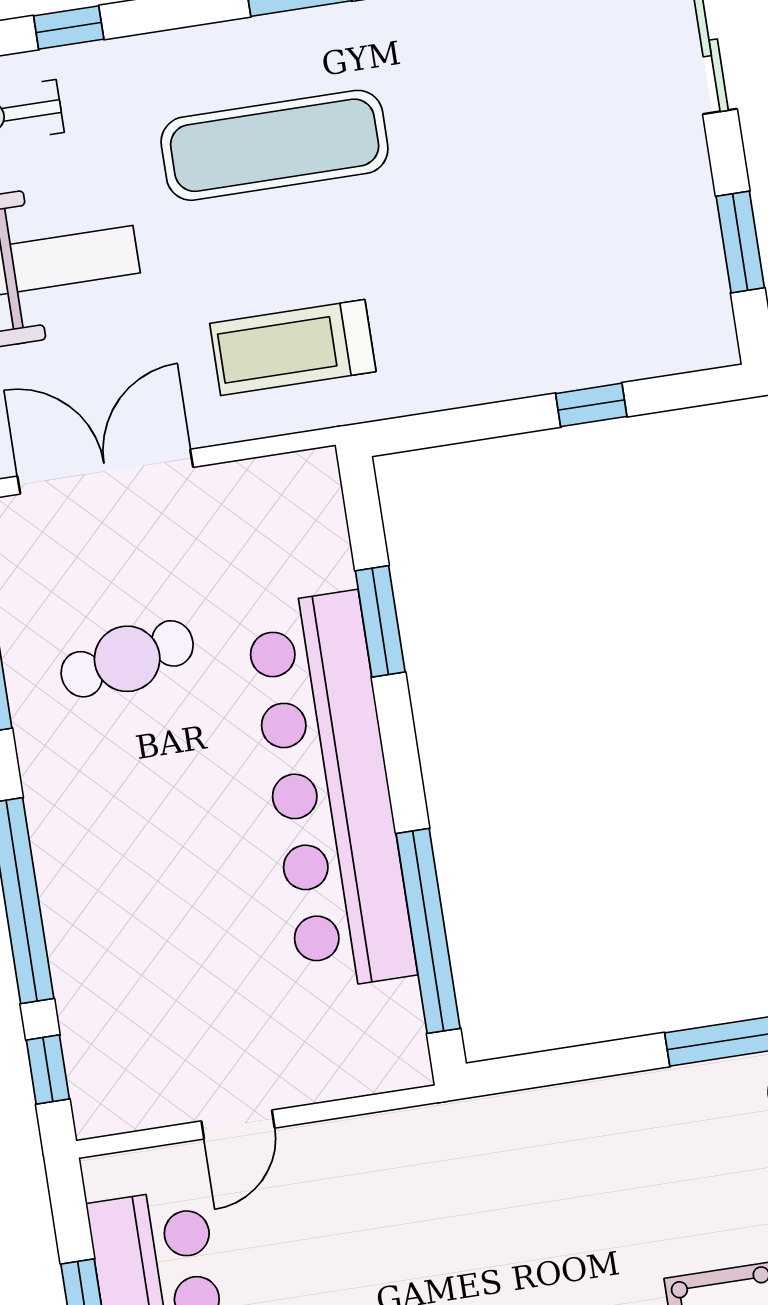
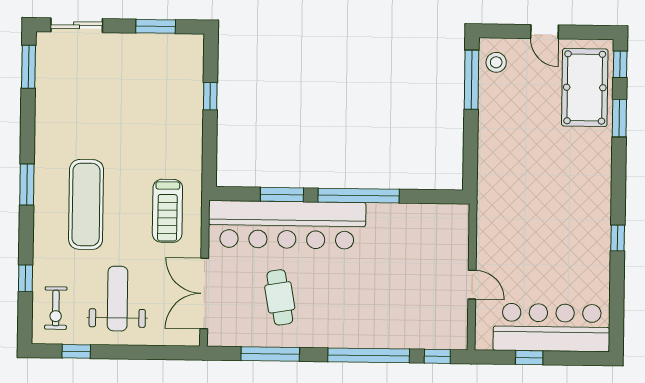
bar counter: (330, 791) -> (287, 225), moved
window: (428, 931) -> (359, 196), moved

